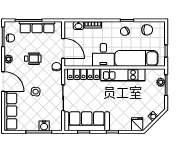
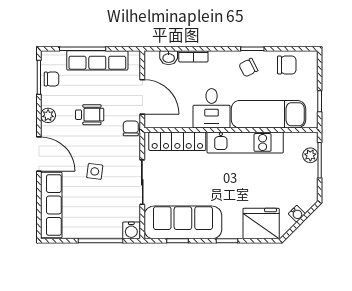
fridge: (137, 124) -> (261, 224), width x1.88, depth x1.34
water cooler: (44, 126) -> (131, 230), moved

